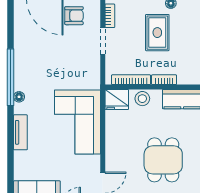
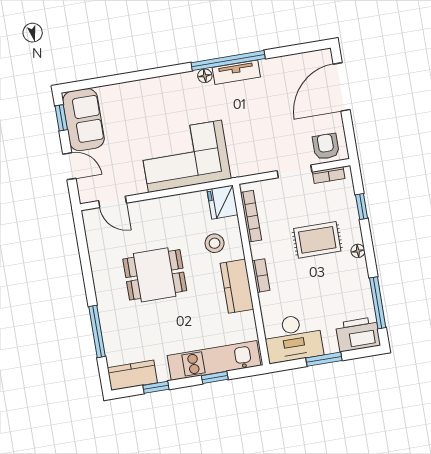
armchair: (74, 16) -> (326, 146), moved, turned 180
bookcase: (164, 80) -> (261, 276), moved
stool: (142, 99) -> (215, 243), moved
tv unit: (20, 132) -> (236, 72), moved

